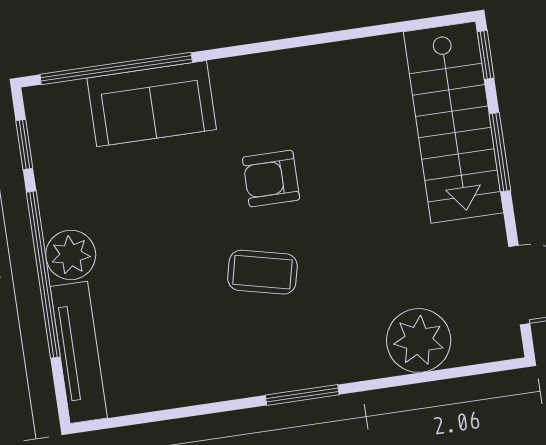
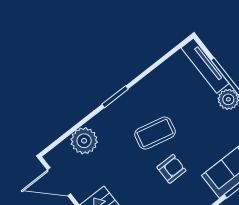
coffee table: (262, 272) -> (155, 133), width x1.36, depth x1.30

